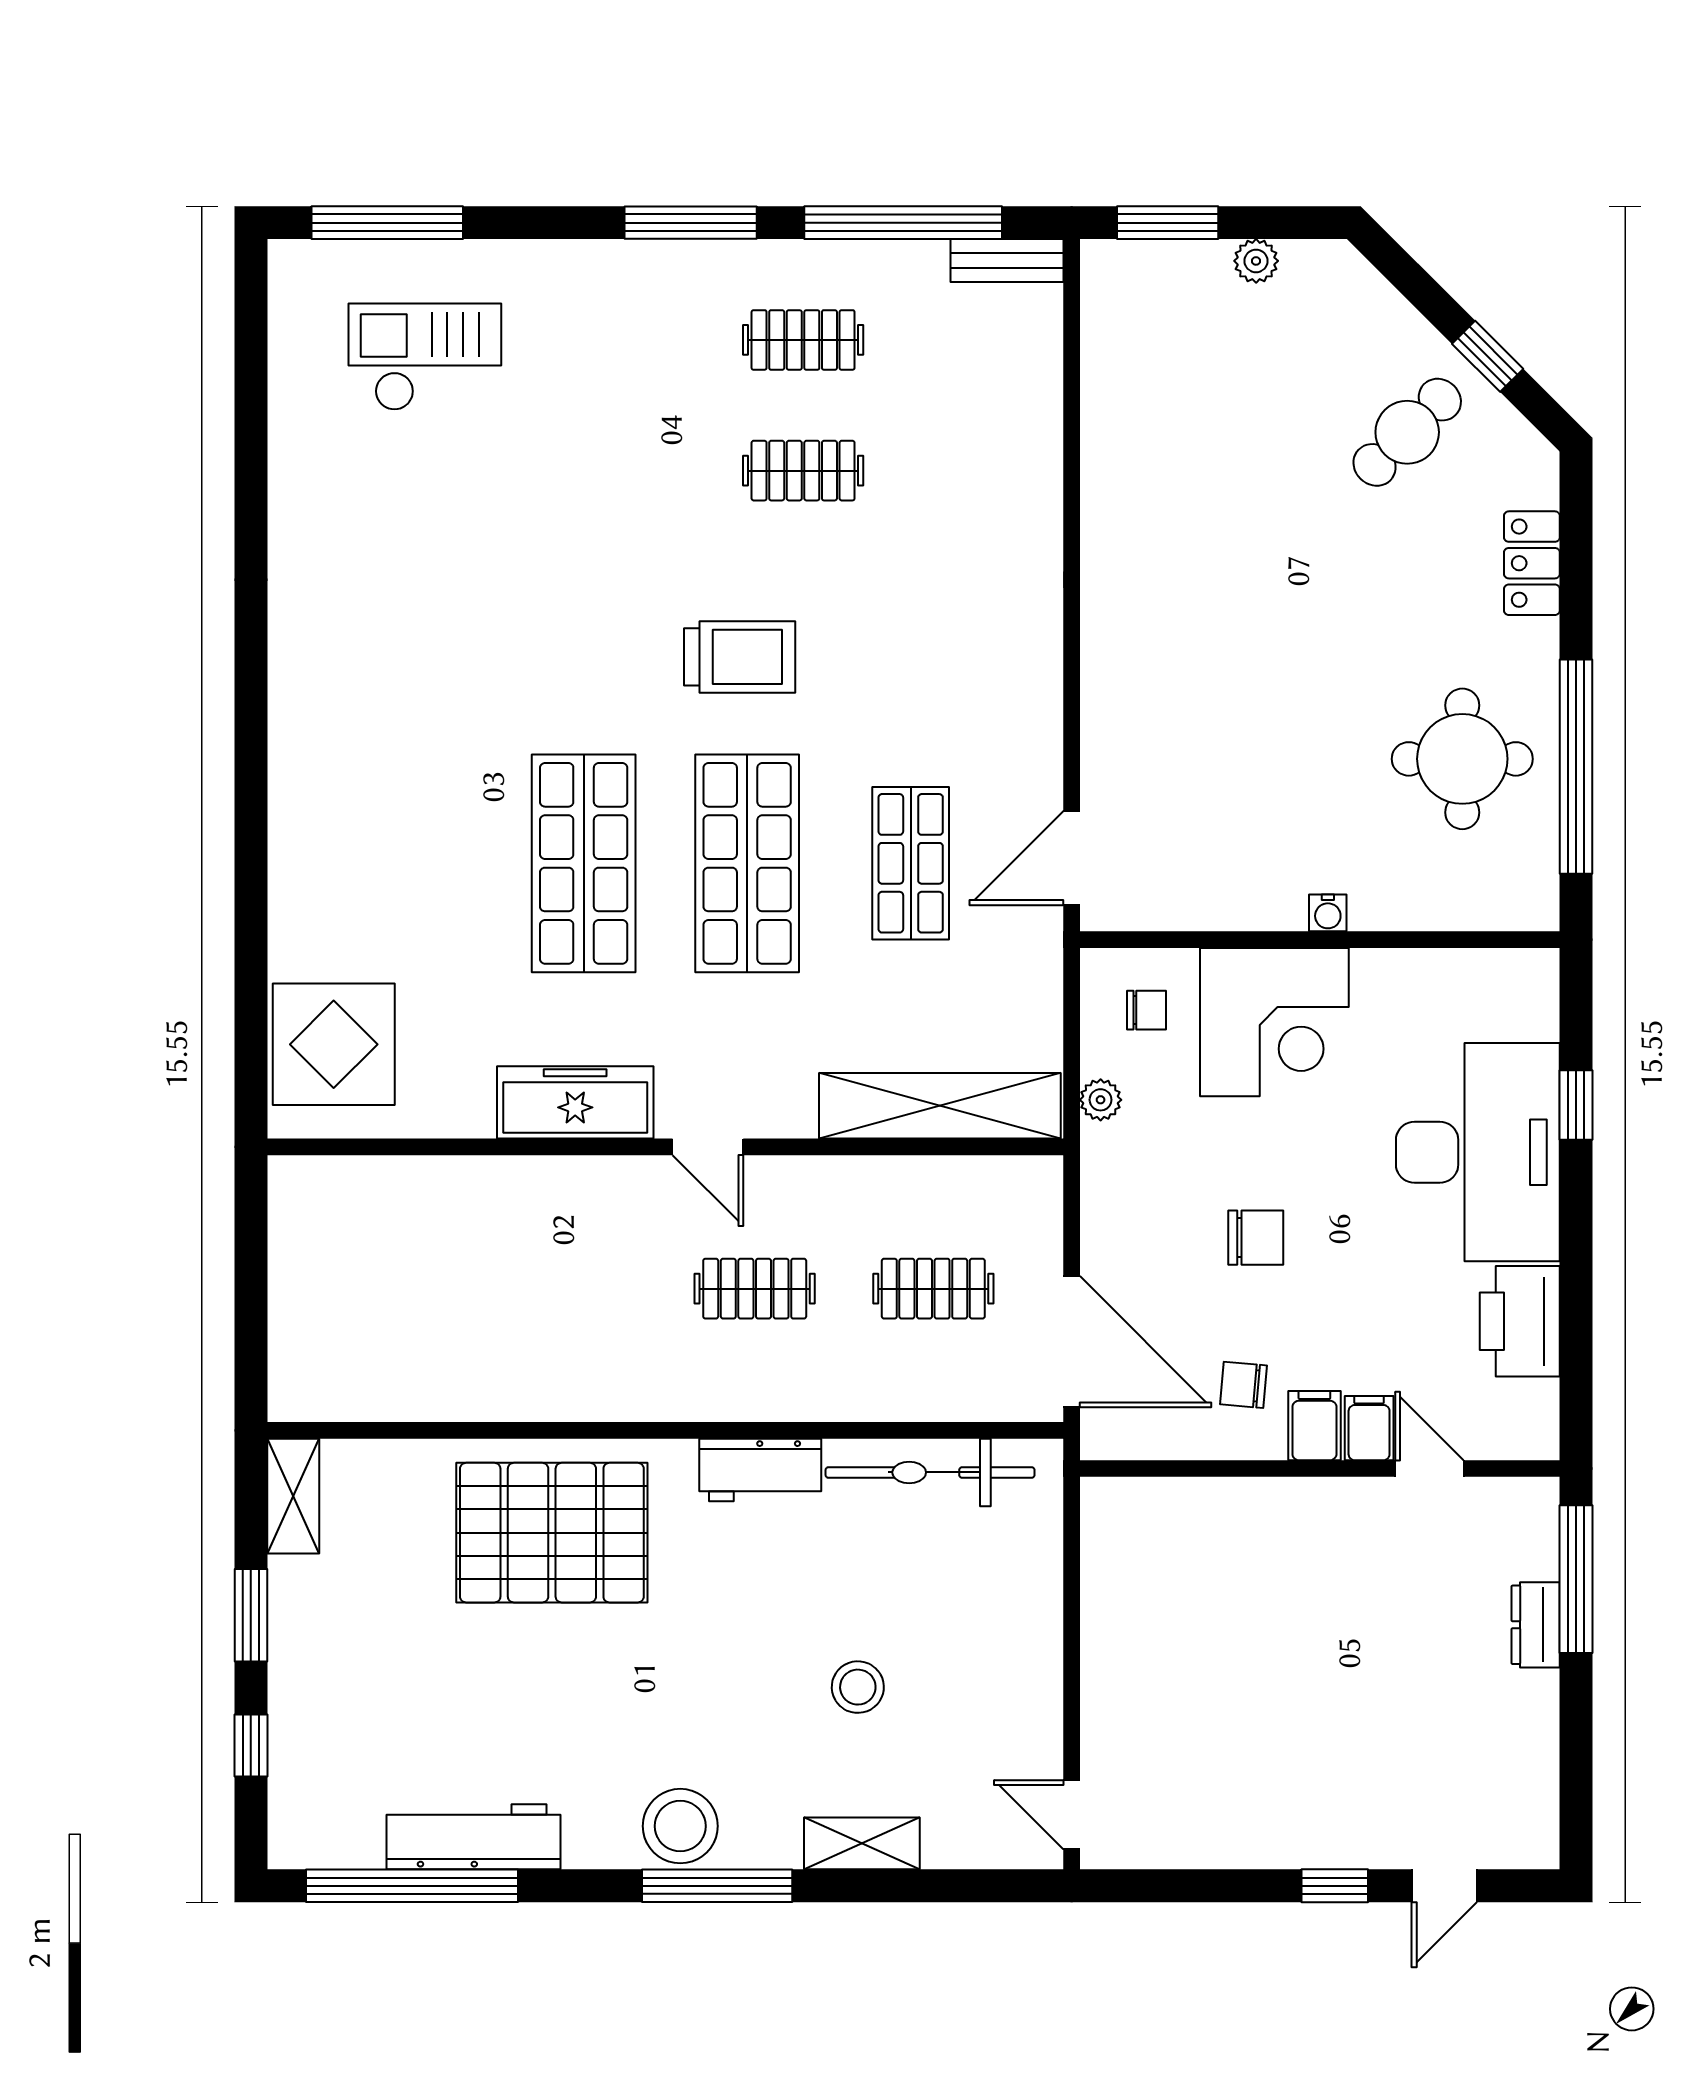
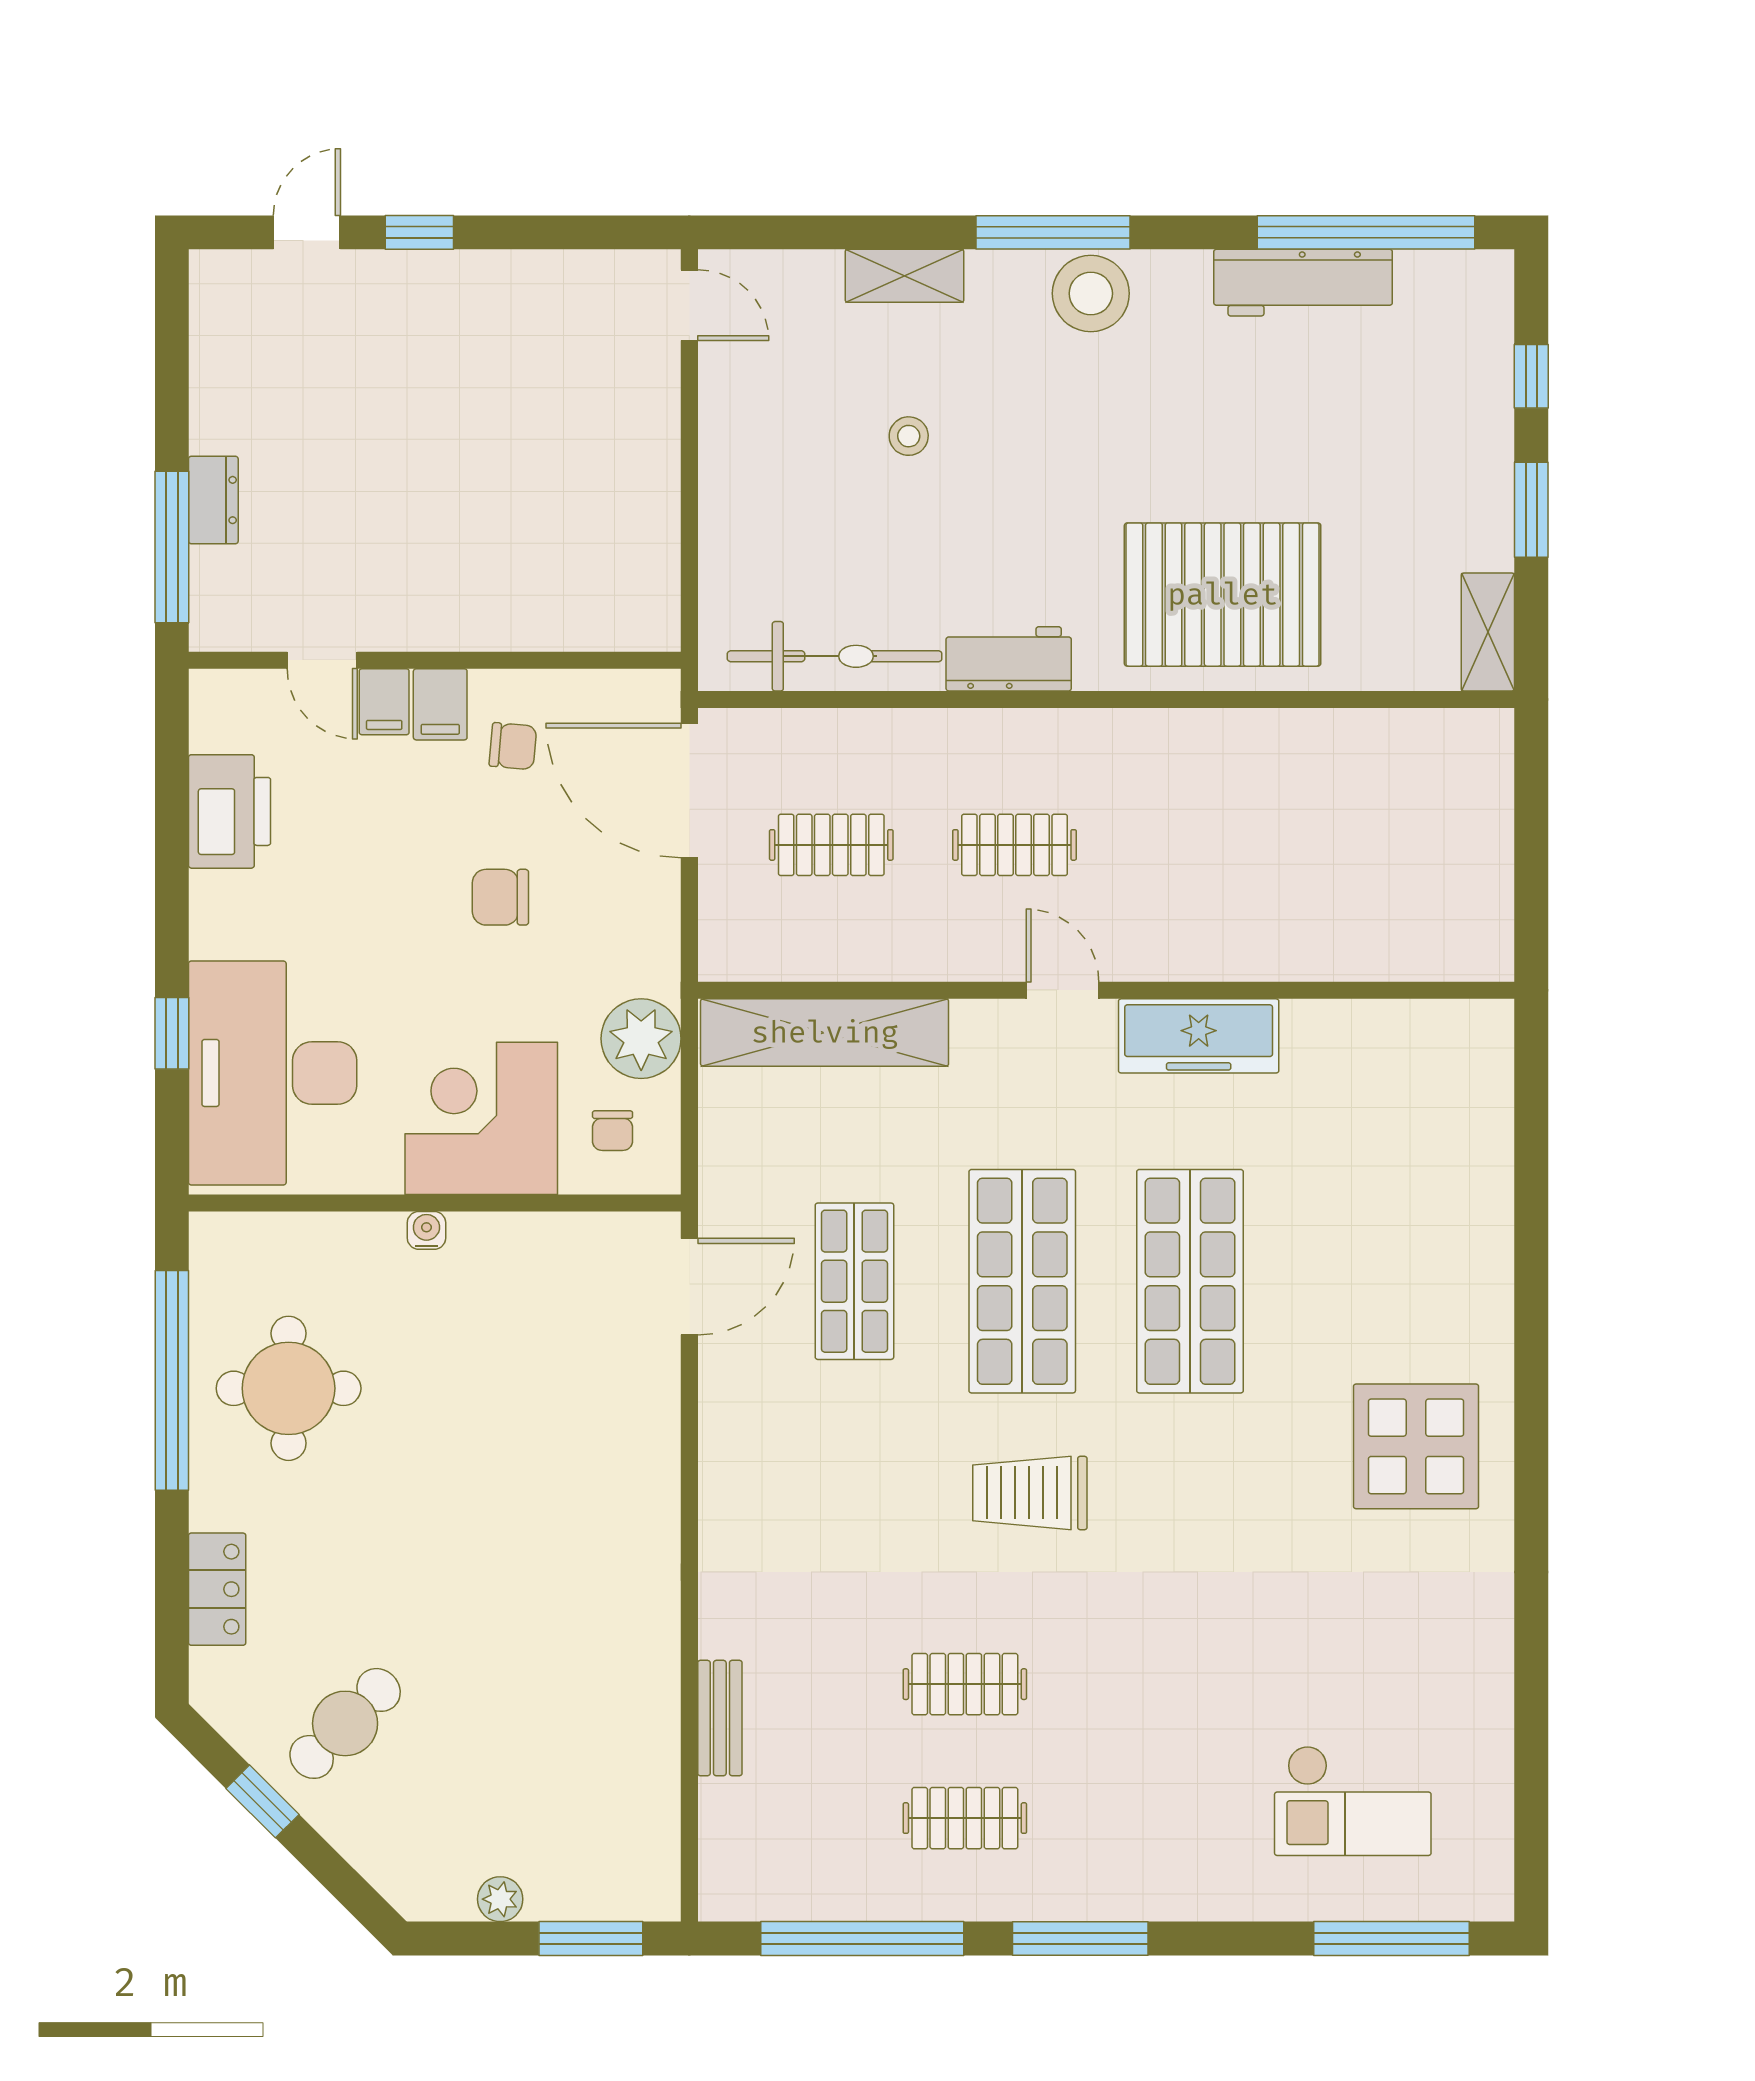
bench: (1007, 260) -> (720, 1718), moved, turned 90
chair: (1146, 1010) -> (613, 1131), turned -90
display table: (334, 1044) -> (1416, 1446), moved
plant: (1101, 1100) -> (641, 1039), width x1.88, depth x1.88
desk: (1478, 1152) -> (273, 1073), moved
stool: (858, 1687) -> (909, 436), width x0.73, depth x0.73

